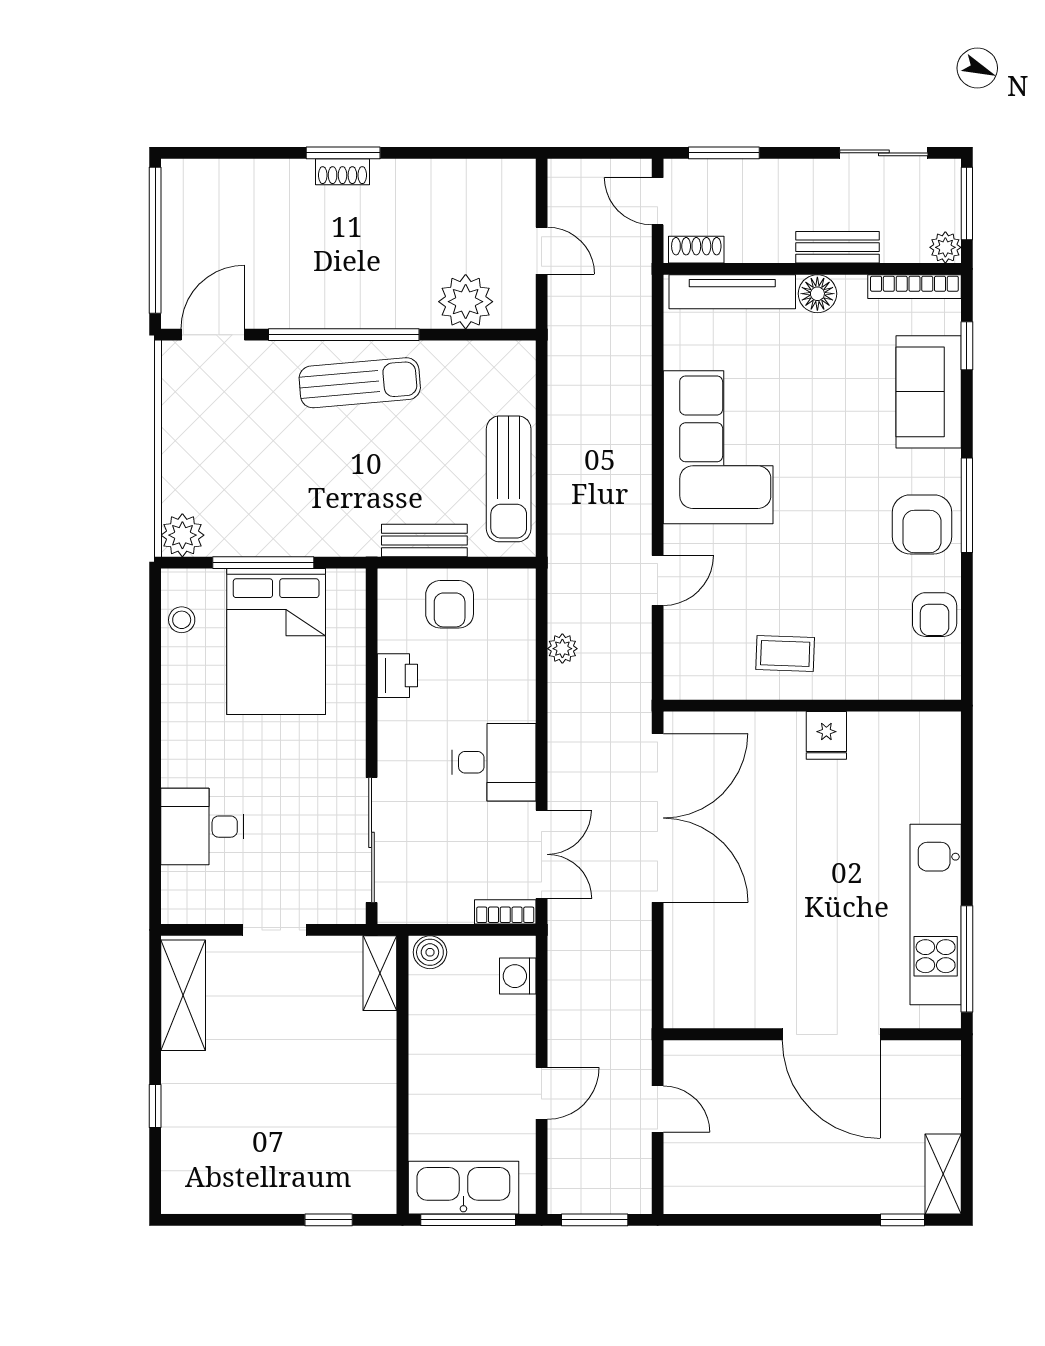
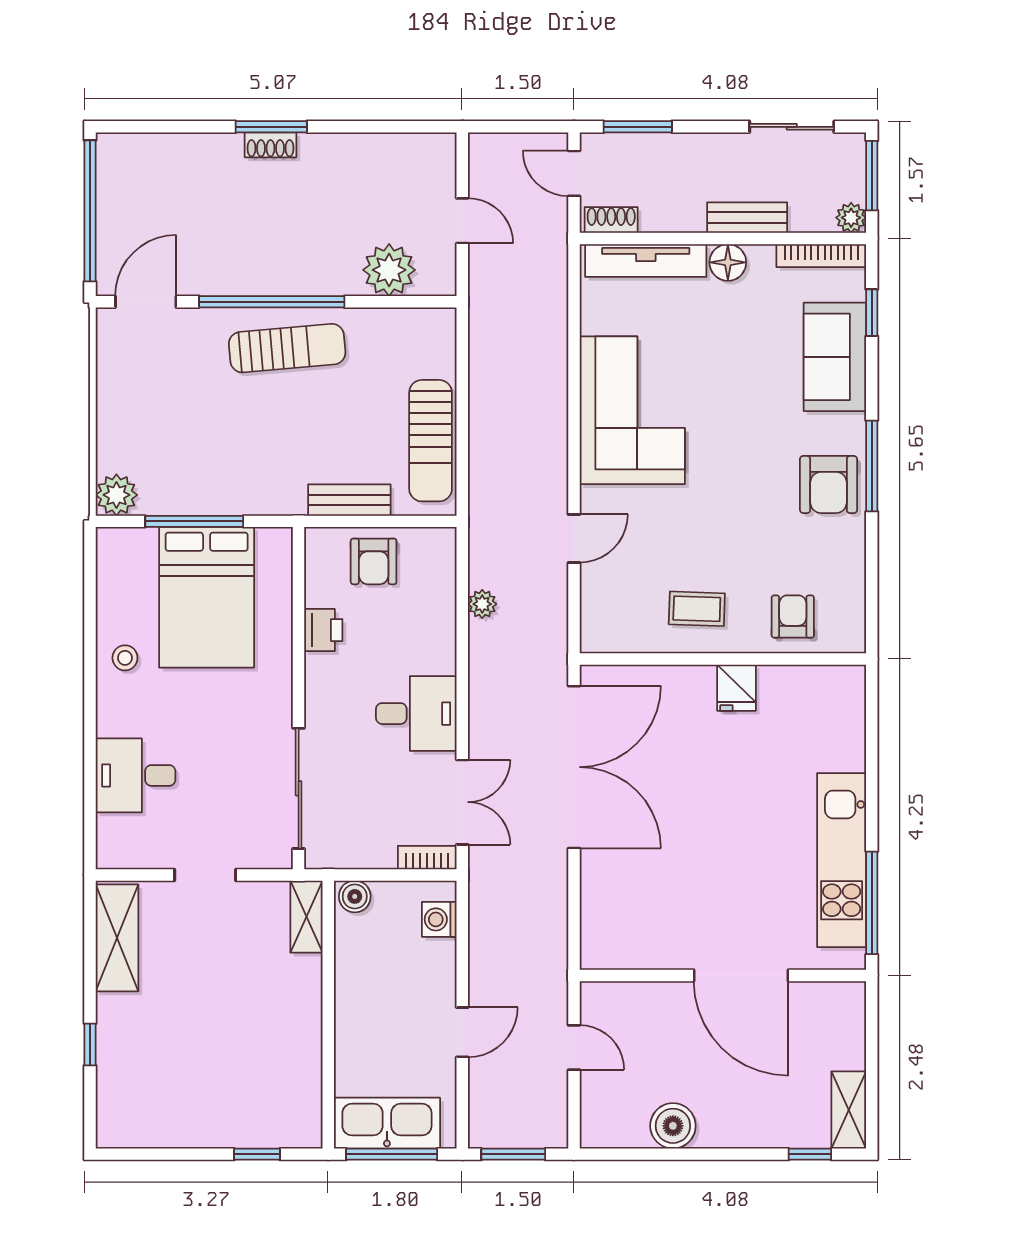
armchair: (935, 615) -> (793, 616), moved, turned 180
stool: (182, 620) -> (125, 658), moved
boiler: (760, 1190) -> (673, 1126), added

